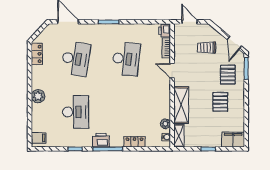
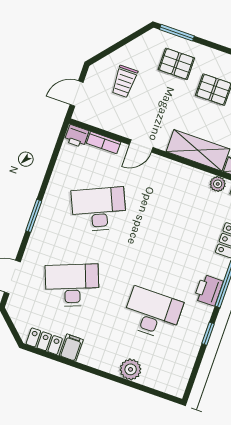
door: (234, 43) -> (132, 37), removed
desk: (76, 59) -> (72, 285), turned -30
desk: (126, 59) -> (99, 209), turned -30
plant: (38, 96) -> (131, 369), moved
filing cabinet: (39, 138) -> (71, 348), moved

